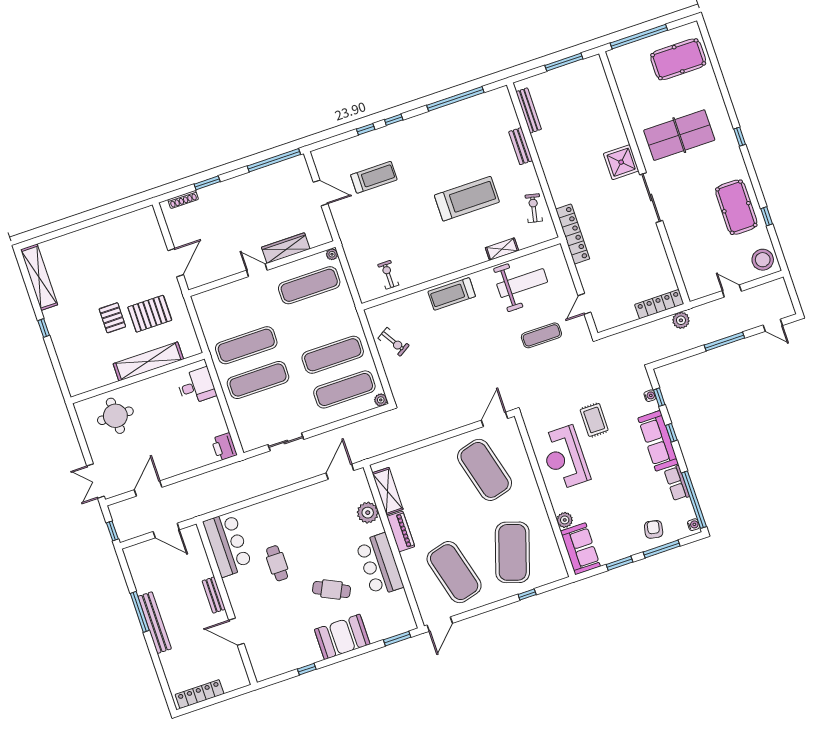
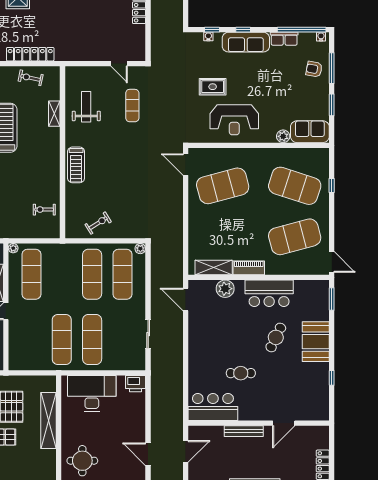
locker: (573, 234) -> (30, 54), moved
weight bench: (522, 283) -> (86, 107), width x0.73, depth x0.75
desk: (196, 386) -> (92, 393), width x1.87, depth x1.30
bench: (214, 595) -> (244, 431), width x1.36

